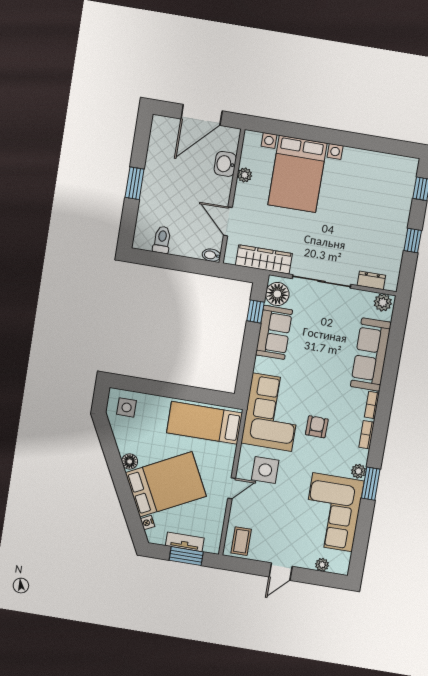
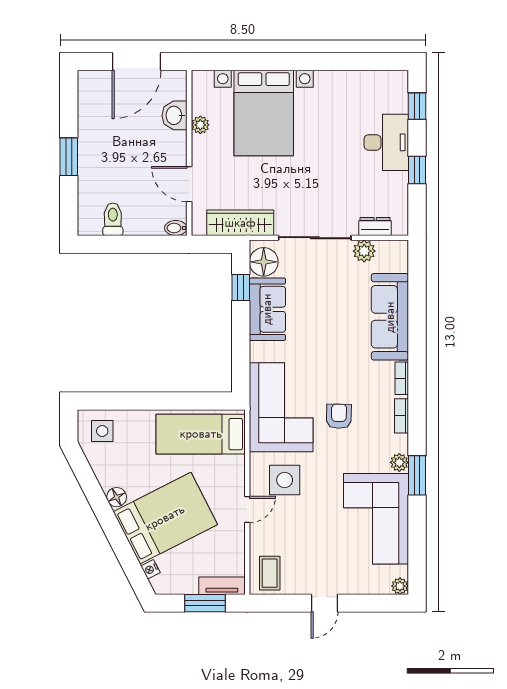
desk: (392, 214) -> (386, 142), added
plant: (383, 303) -> (364, 251), moved
tv unit: (185, 542) -> (222, 586), moved
plant: (322, 565) -> (400, 586), moved

